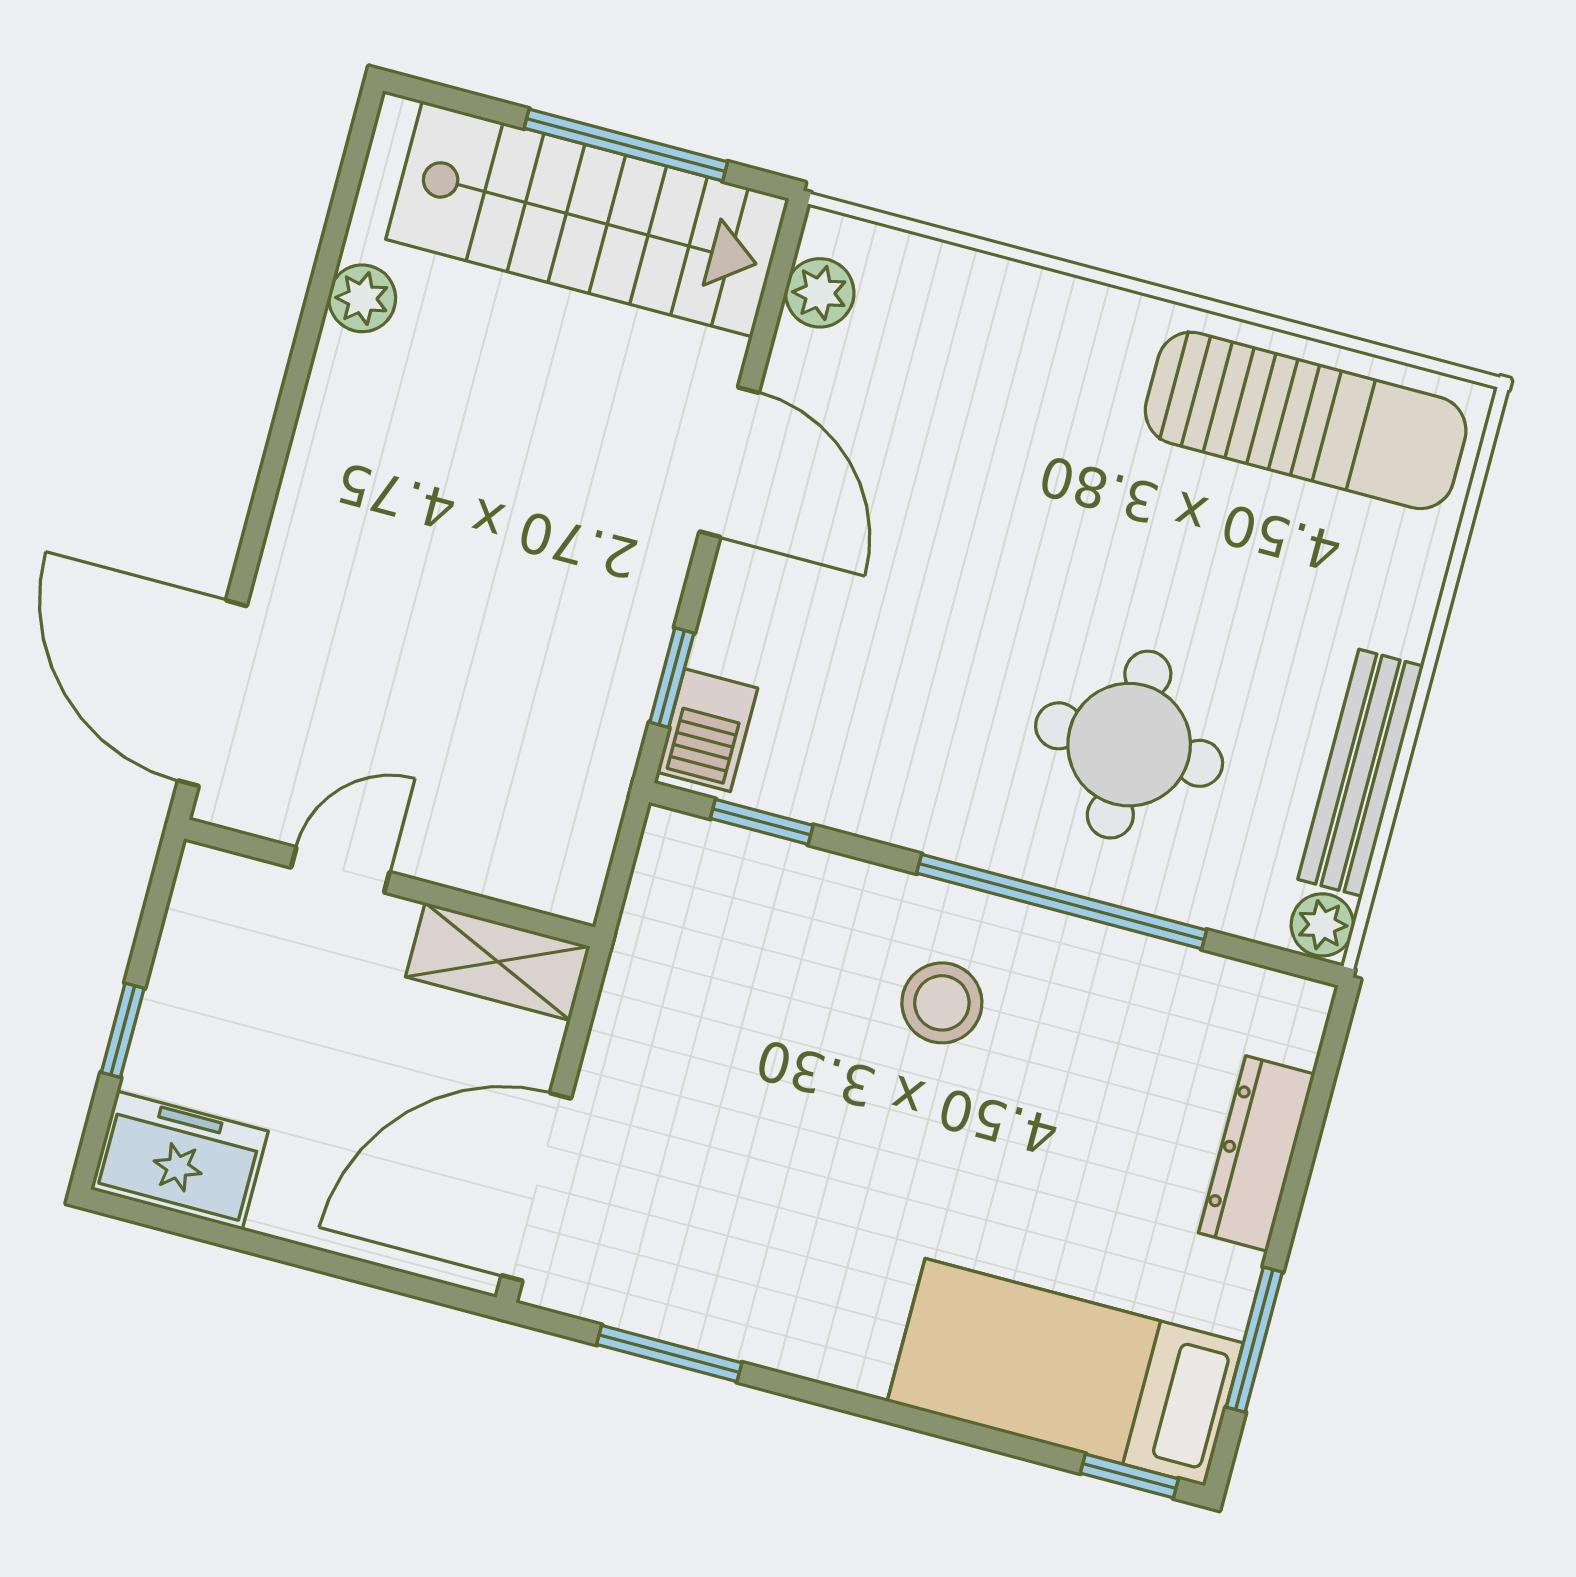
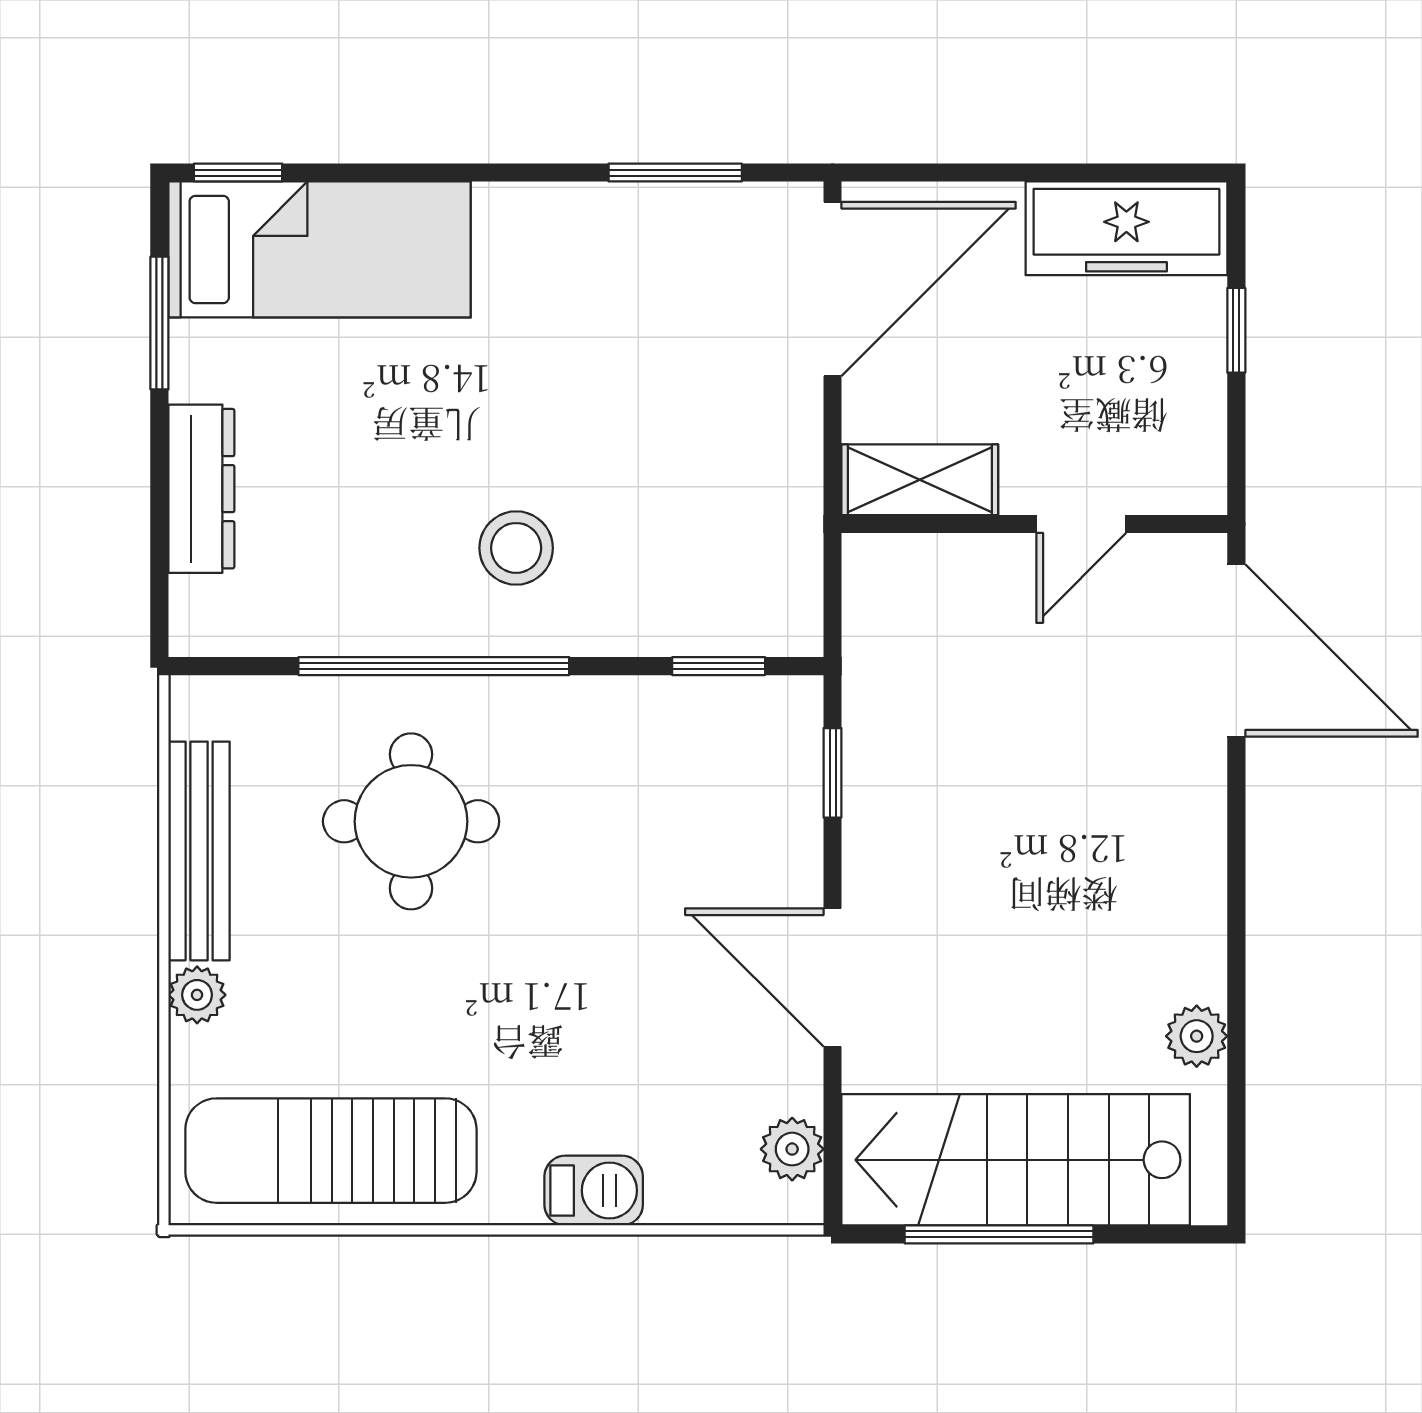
barbecue: (707, 730) -> (594, 1191), moved, turned 90
plant: (1322, 925) -> (197, 995), moved
freezer: (179, 1160) -> (1126, 228), width x1.40

